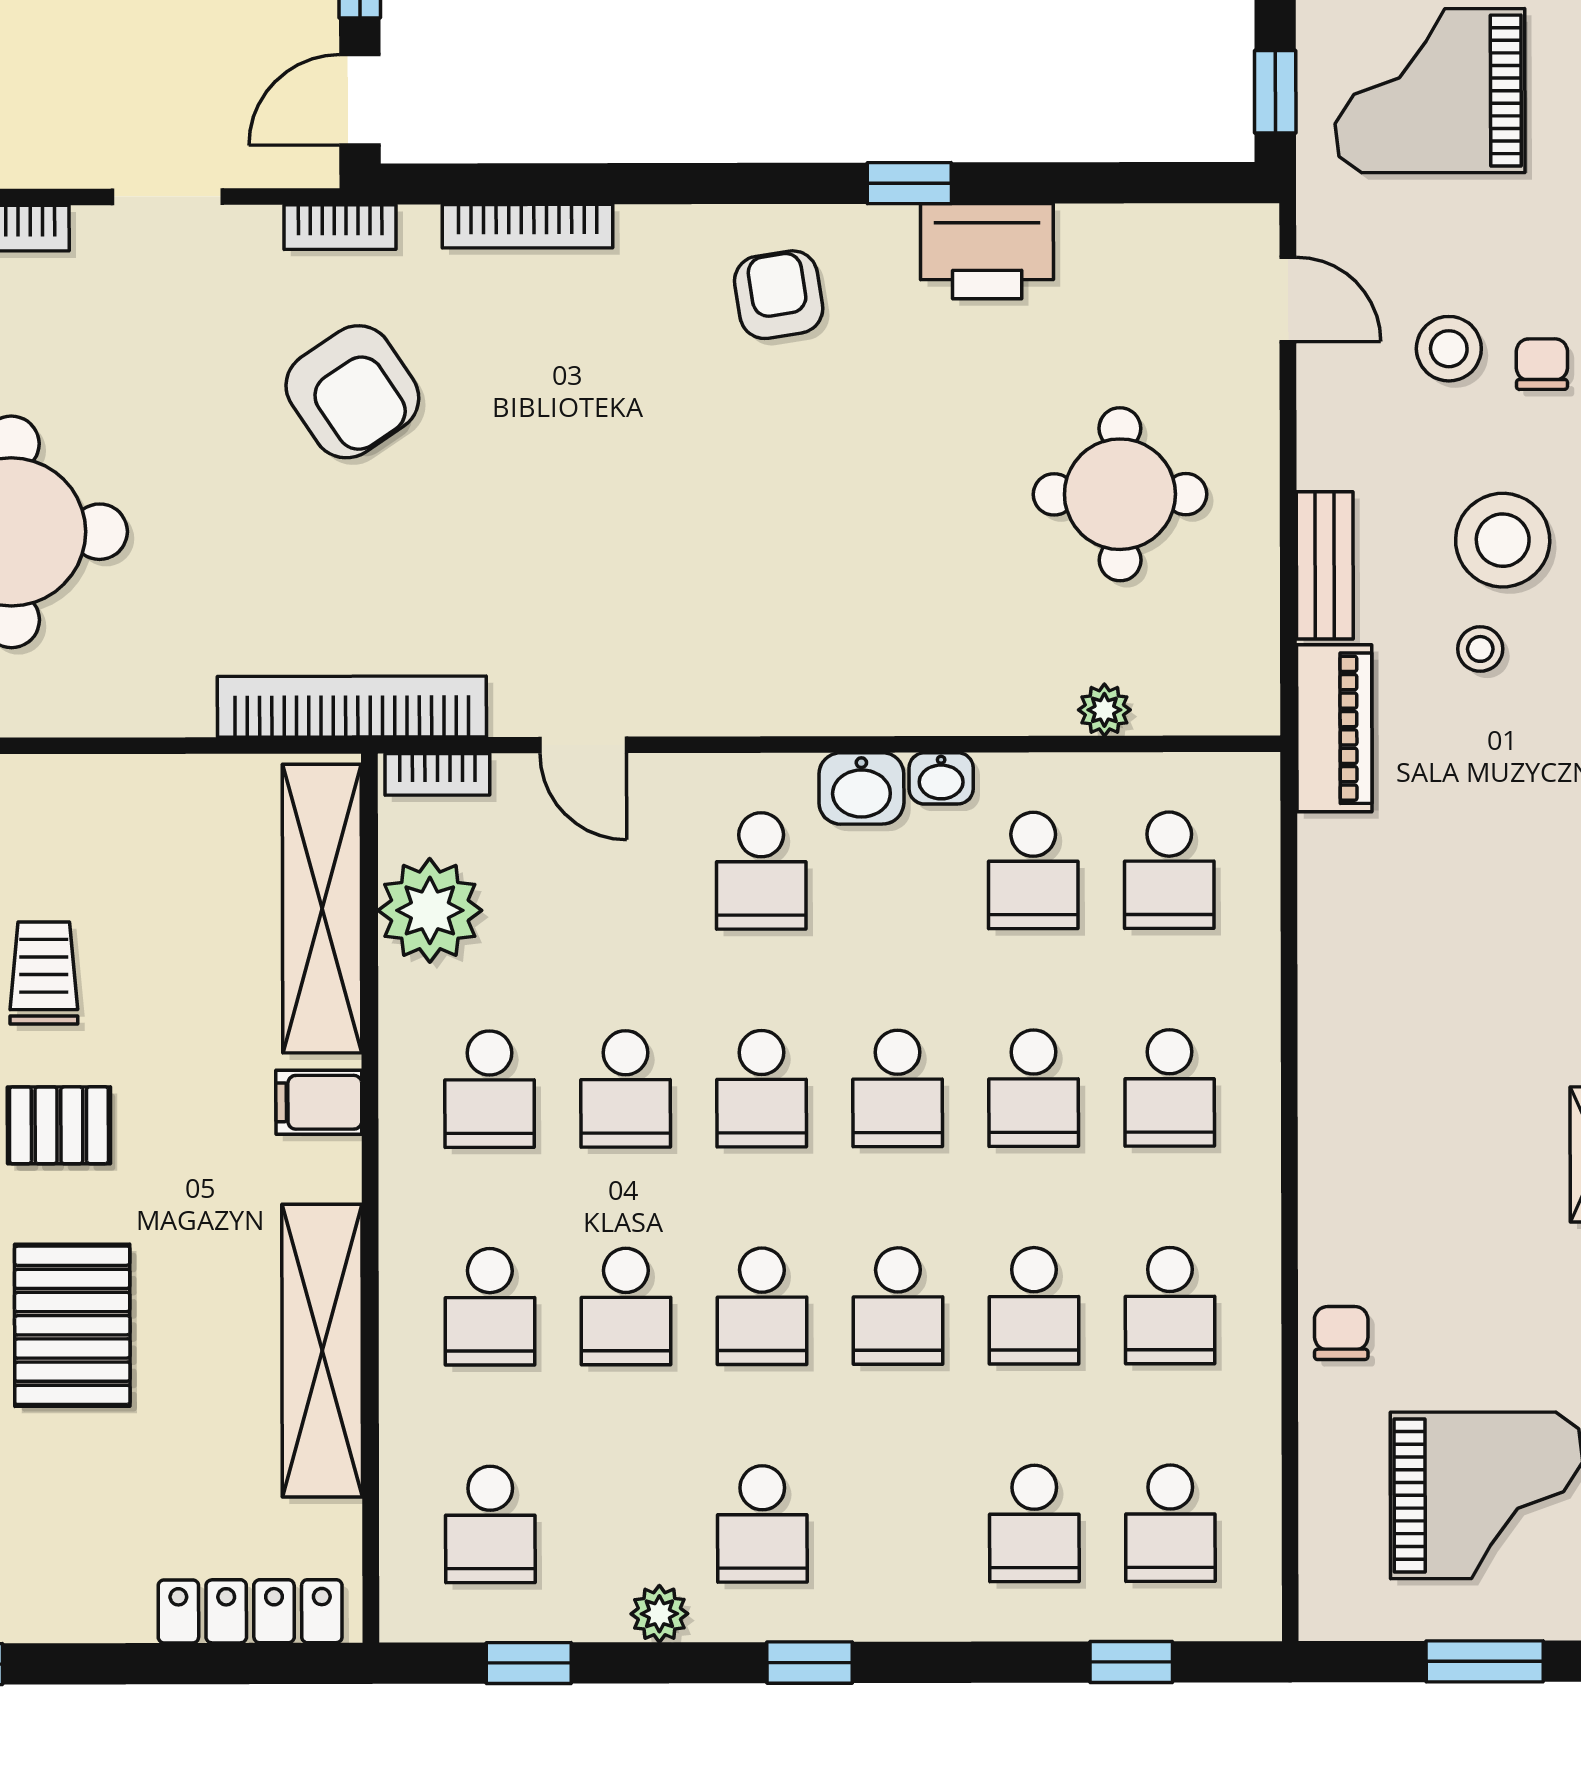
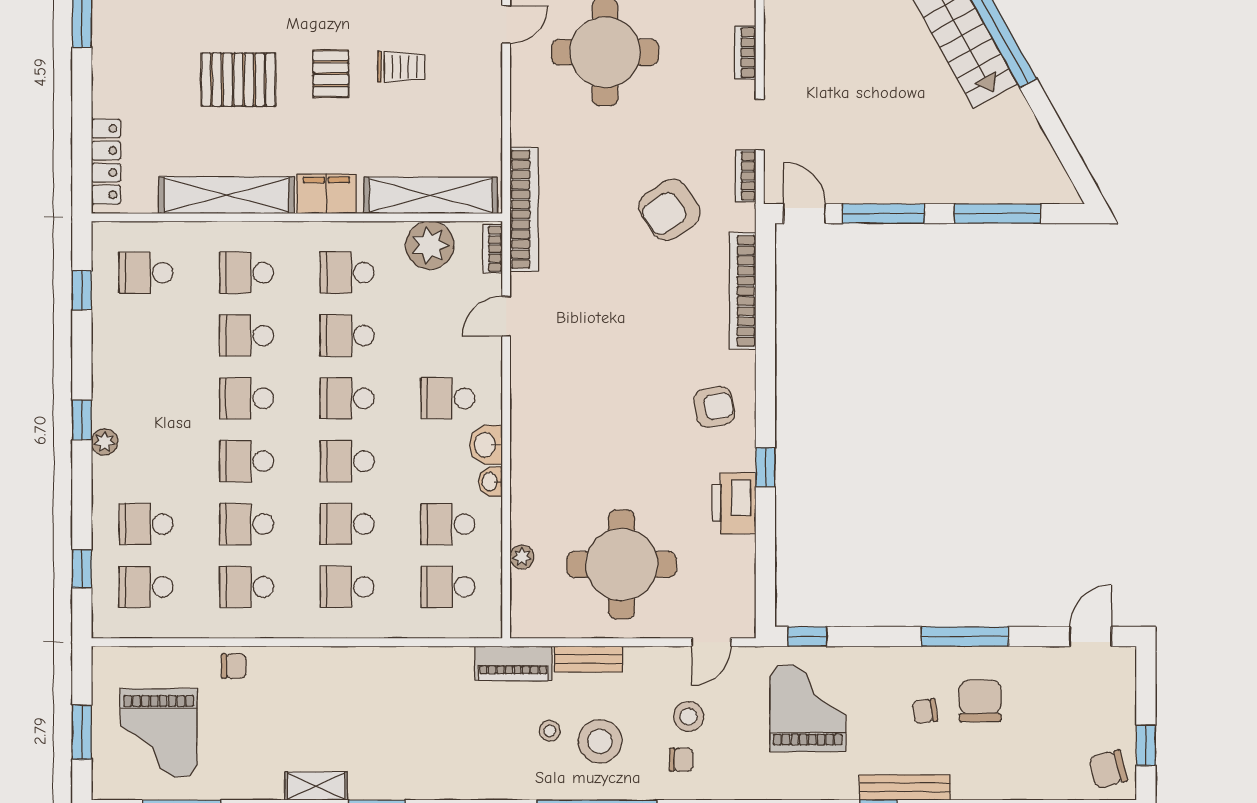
bookcase: (527, 226) -> (743, 291), width x1.48, depth x1.31
bookcase: (340, 227) -> (746, 176), moved
round table: (1120, 494) -> (622, 564), width x1.36, depth x1.36
filing cabinet: (319, 1102) -> (326, 194), width x2.00
school desk: (762, 1524) -> (146, 398), removed
plant: (659, 1614) -> (105, 442), moved

